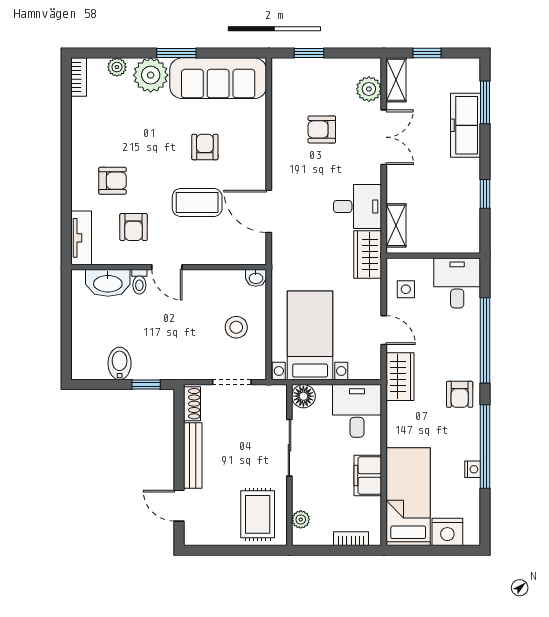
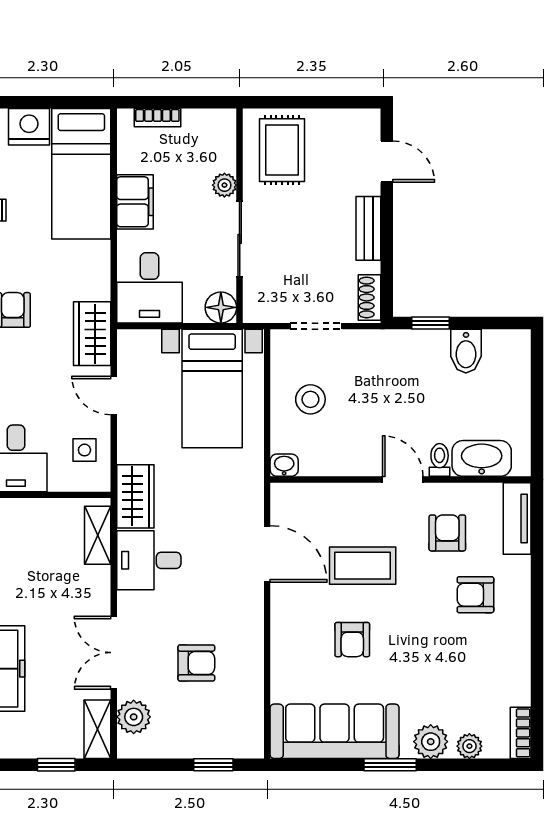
plant: (151, 75) -> (431, 742), width x0.73, depth x0.73
bench: (193, 456) -> (368, 228), width x0.73
plant: (301, 519) -> (224, 185), moved

